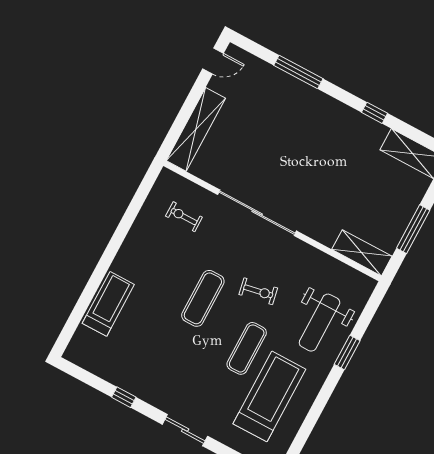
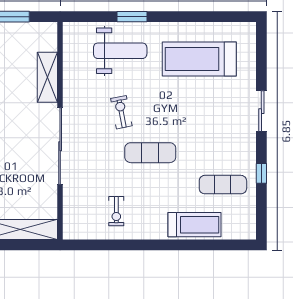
exercise bike: (184, 217) -> (116, 211), moved
shelving: (362, 253) -> (47, 77), moved
treadmill: (108, 304) -> (194, 225), turned 180
exercise mat: (247, 348) -> (223, 185), moved

